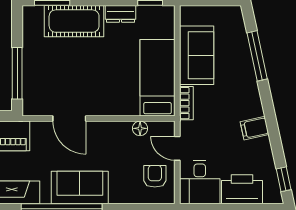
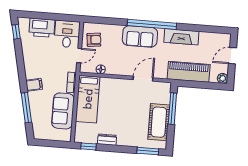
cot: (74, 21) -> (159, 122), moved, turned 90
door: (69, 119) -> (143, 79), hinge flipped
filing cabinet: (255, 128) -> (34, 85), moved
door: (177, 148) -> (79, 56), hinge flipped
armchair: (155, 176) -> (94, 40), turned -96

